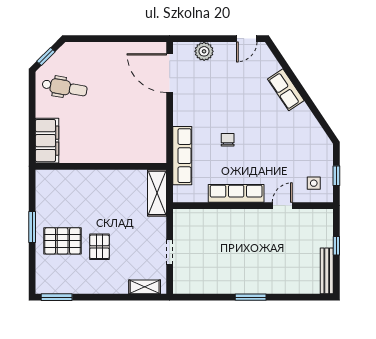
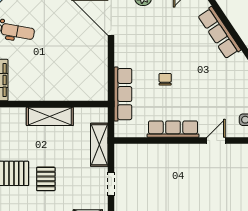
row of seats: (286, 90) -> (219, 33), width x1.48
shelving: (104, 180) -> (50, 116), added
shelving: (157, 193) -> (99, 145), moved

